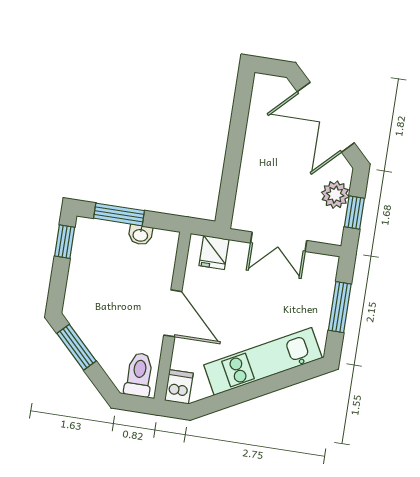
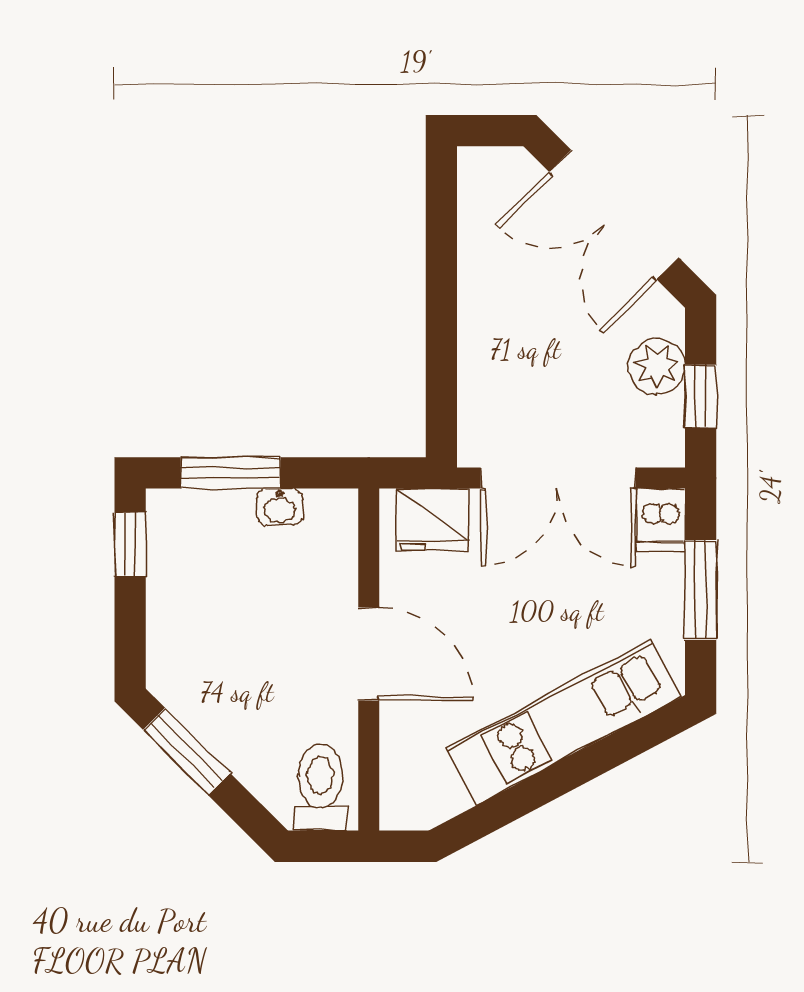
double door: (279, 242) -> (558, 478), width x1.37
fridge: (214, 252) -> (432, 520), width x1.38
dishwasher: (179, 387) -> (661, 520), moved, turned 180

